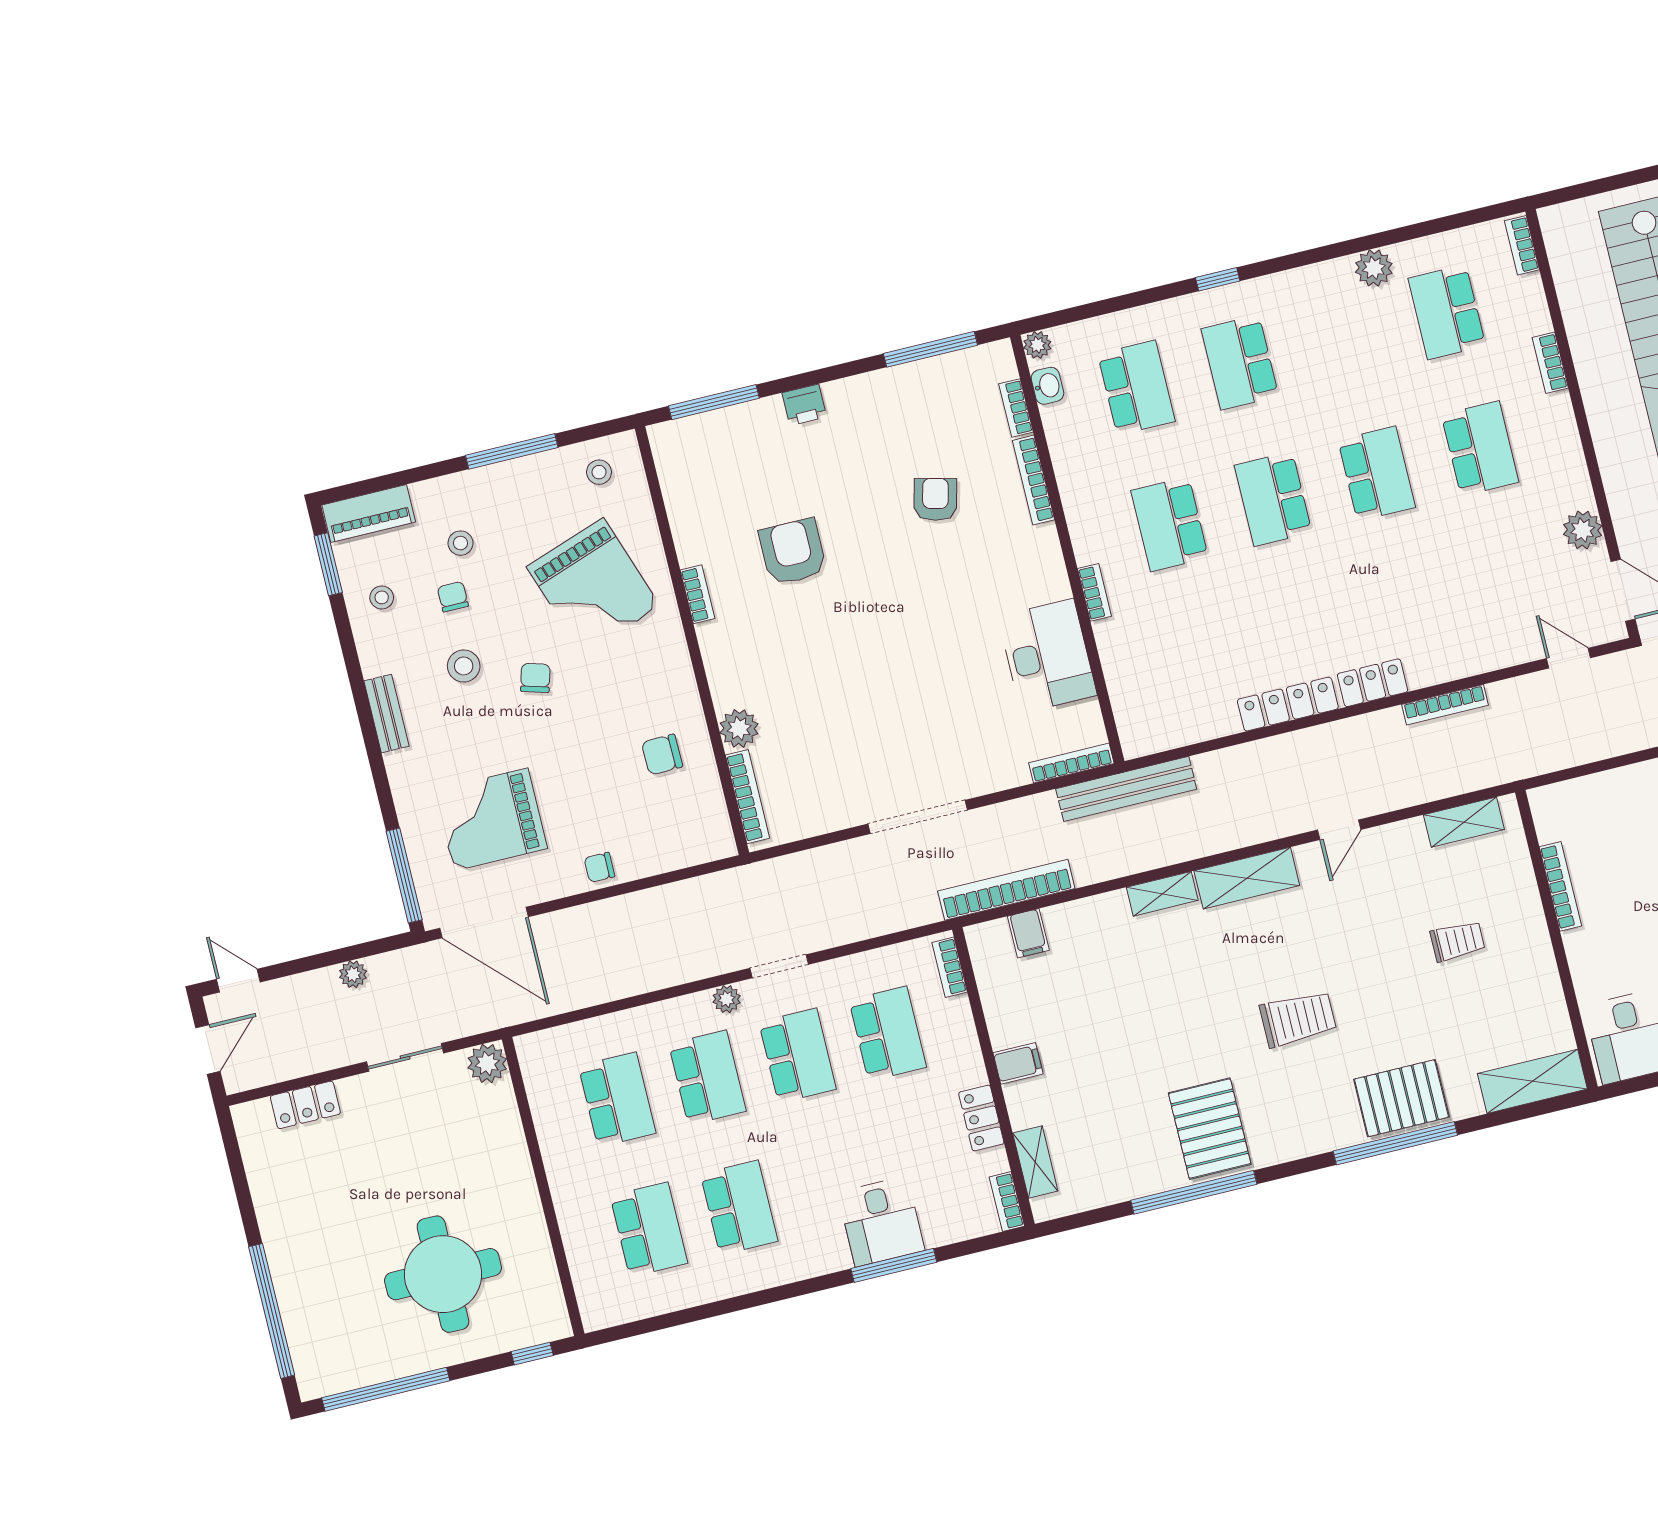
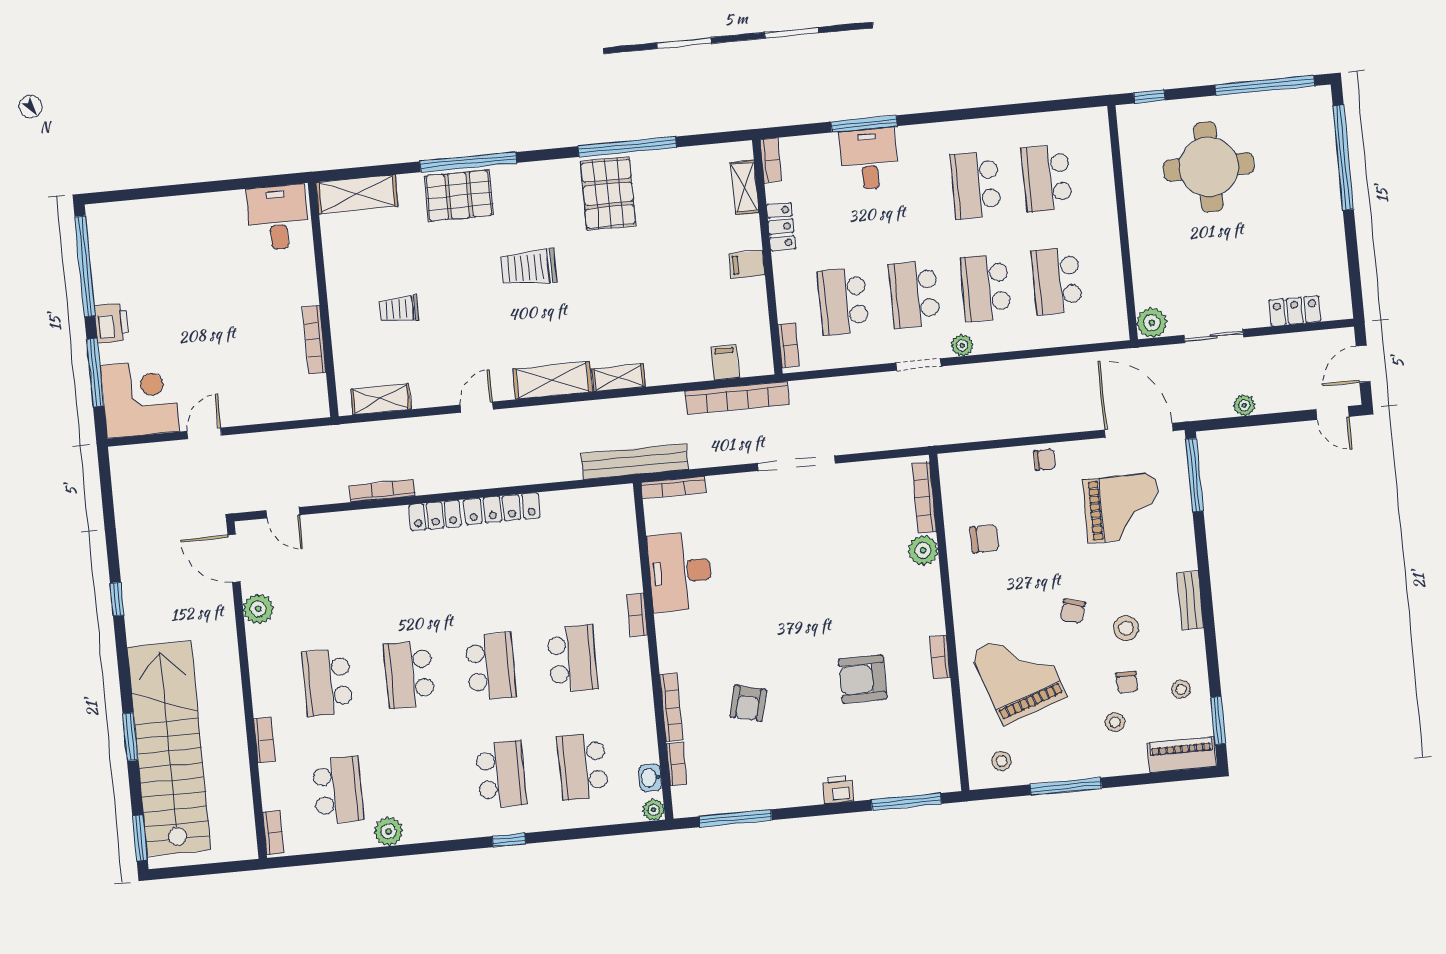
armchair: (793, 552) -> (863, 679), turned 90

